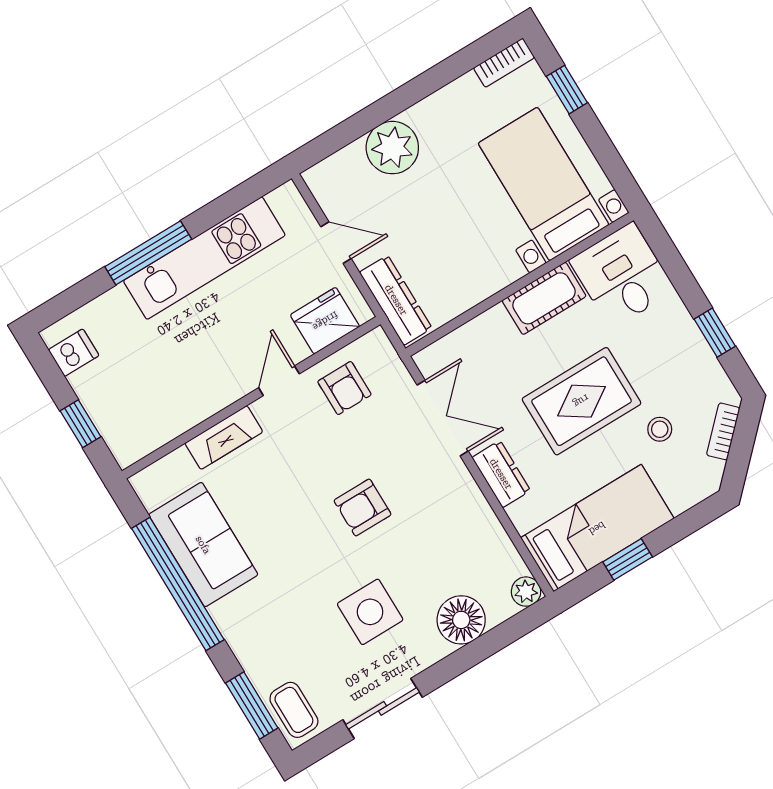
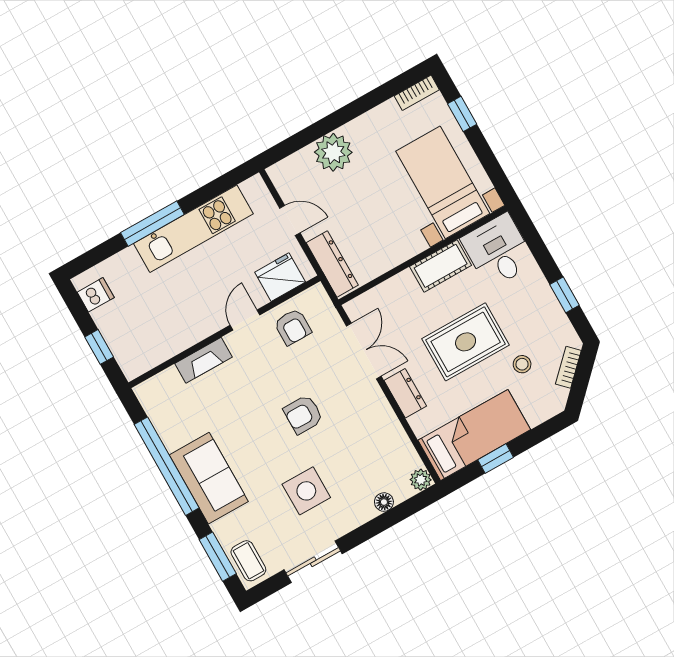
sofa: (203, 545) -> (209, 478), moved
floor lamp: (461, 620) -> (384, 502), width x0.53, depth x0.53

